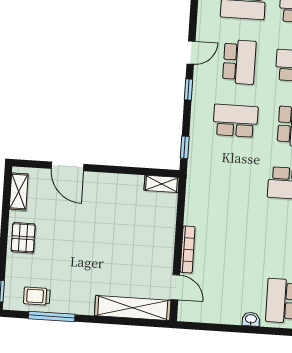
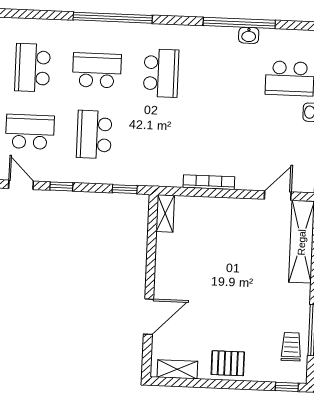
bookcase: (188, 249) -> (209, 182), moved
trolley: (37, 296) -> (291, 347), turned 180

